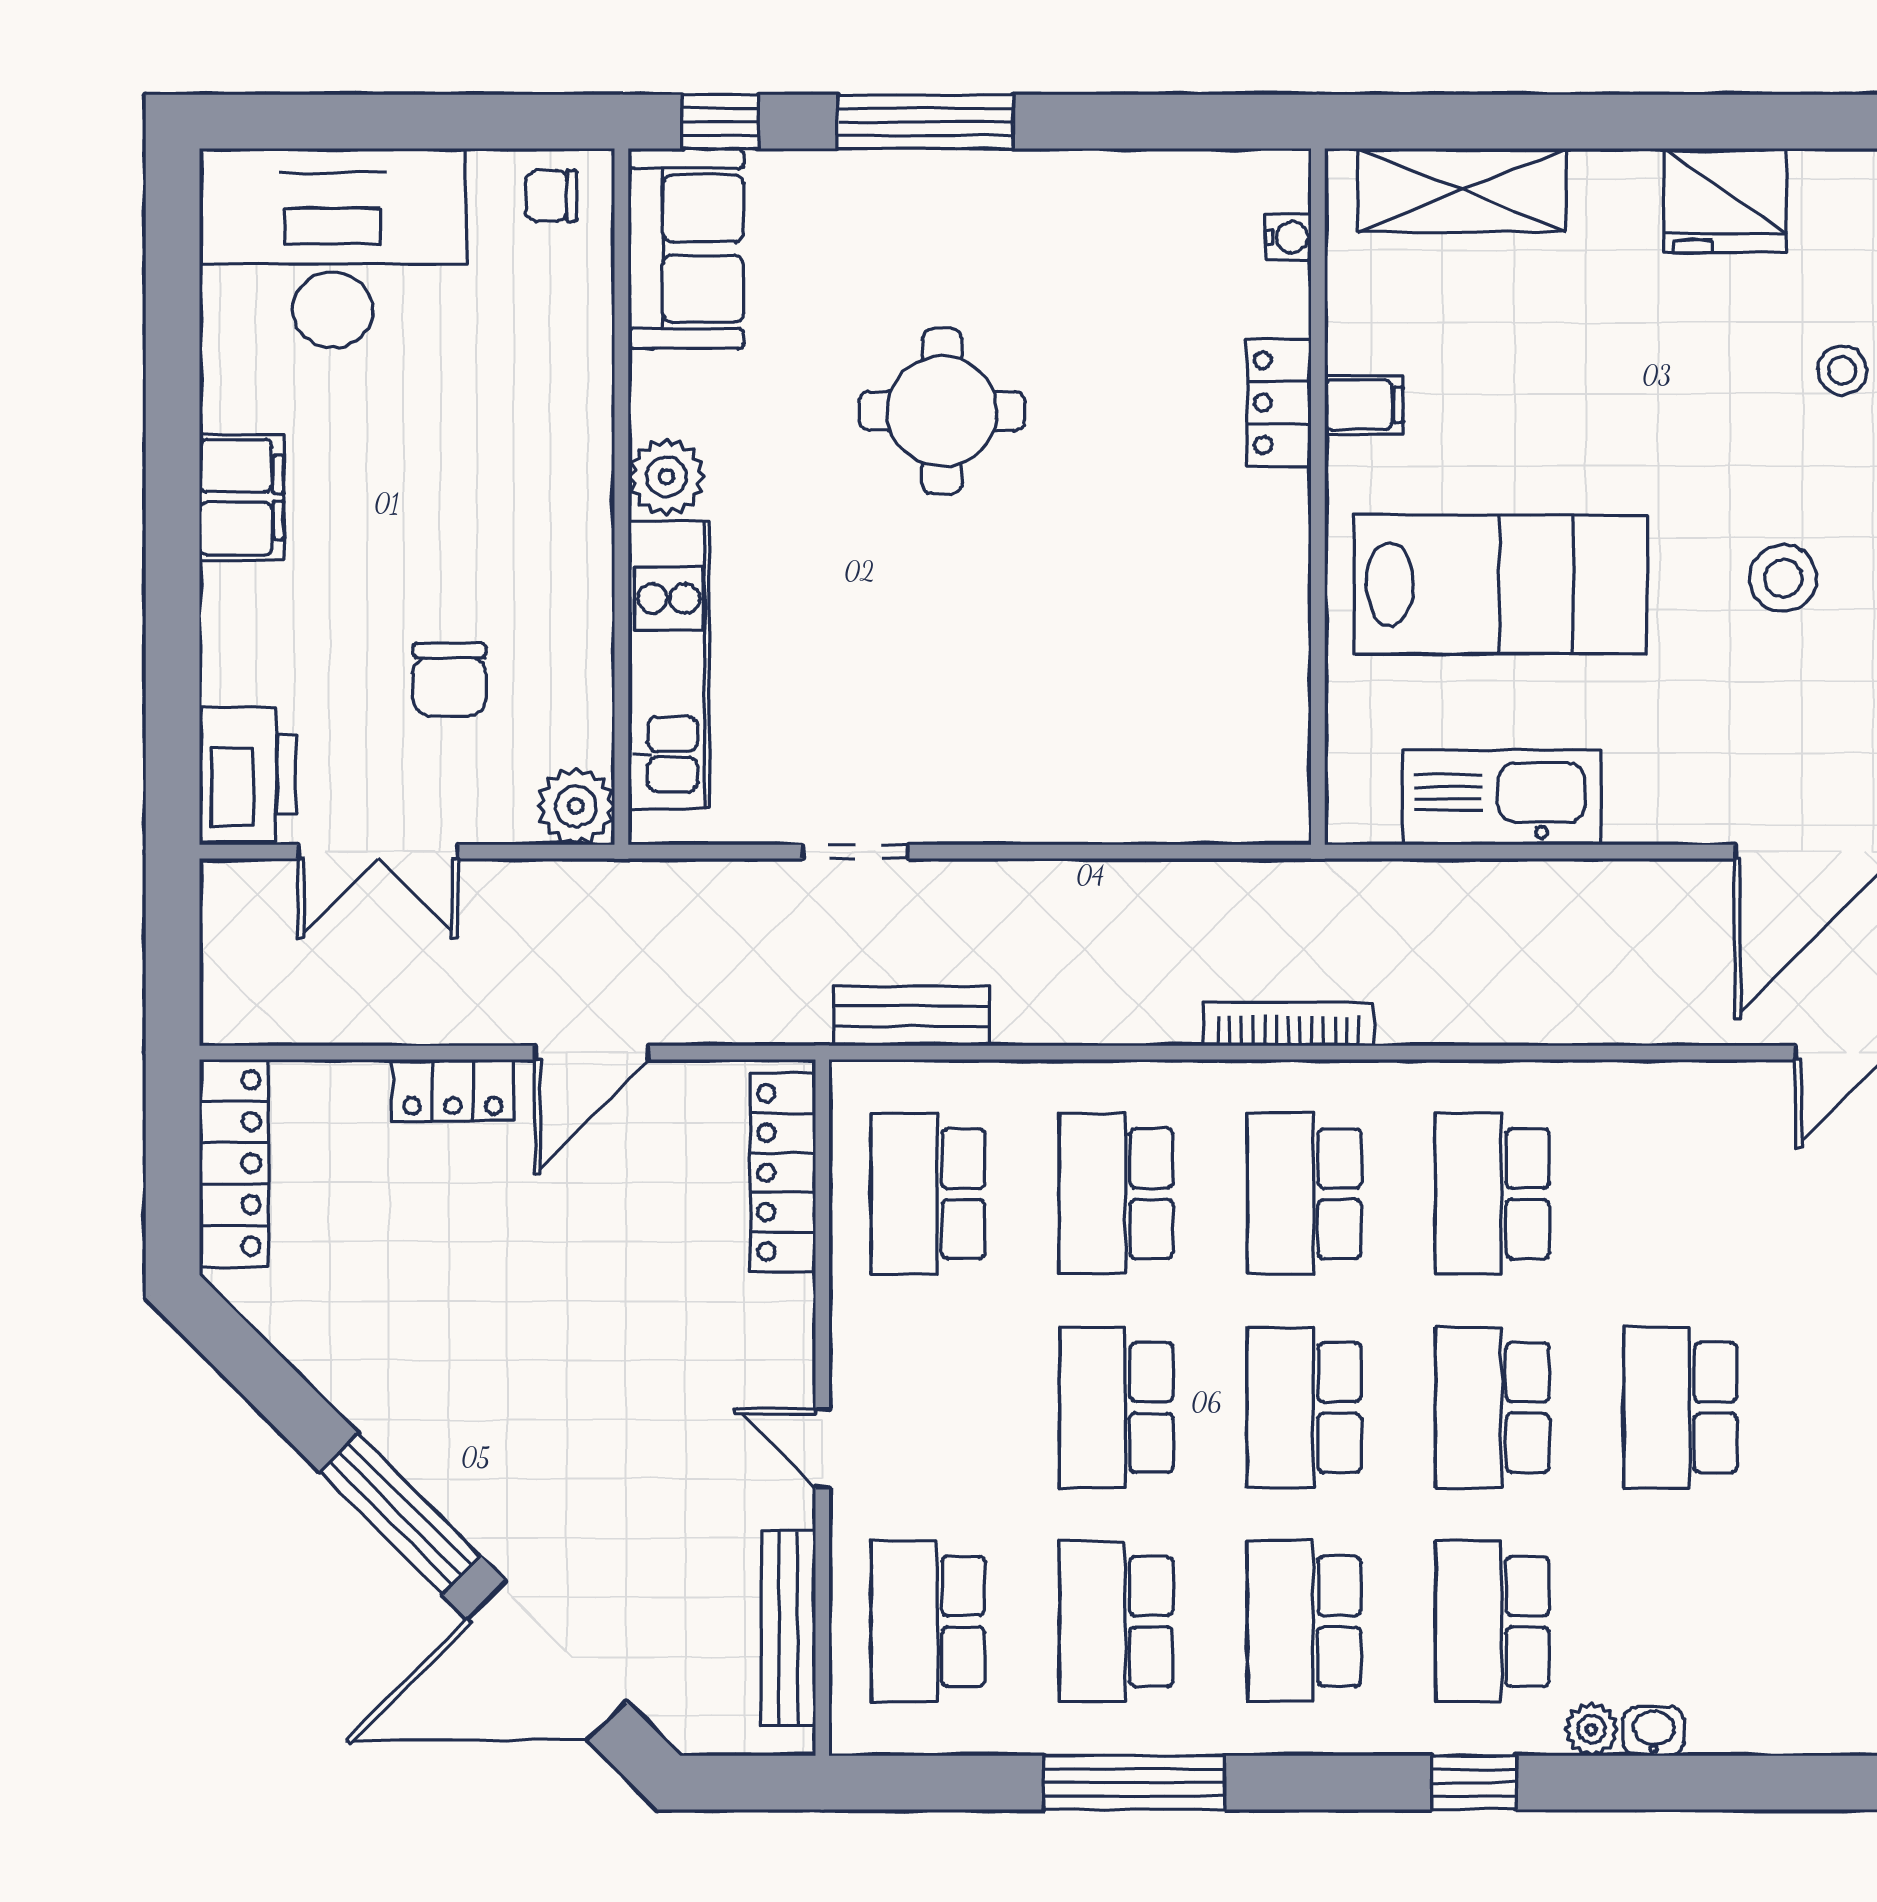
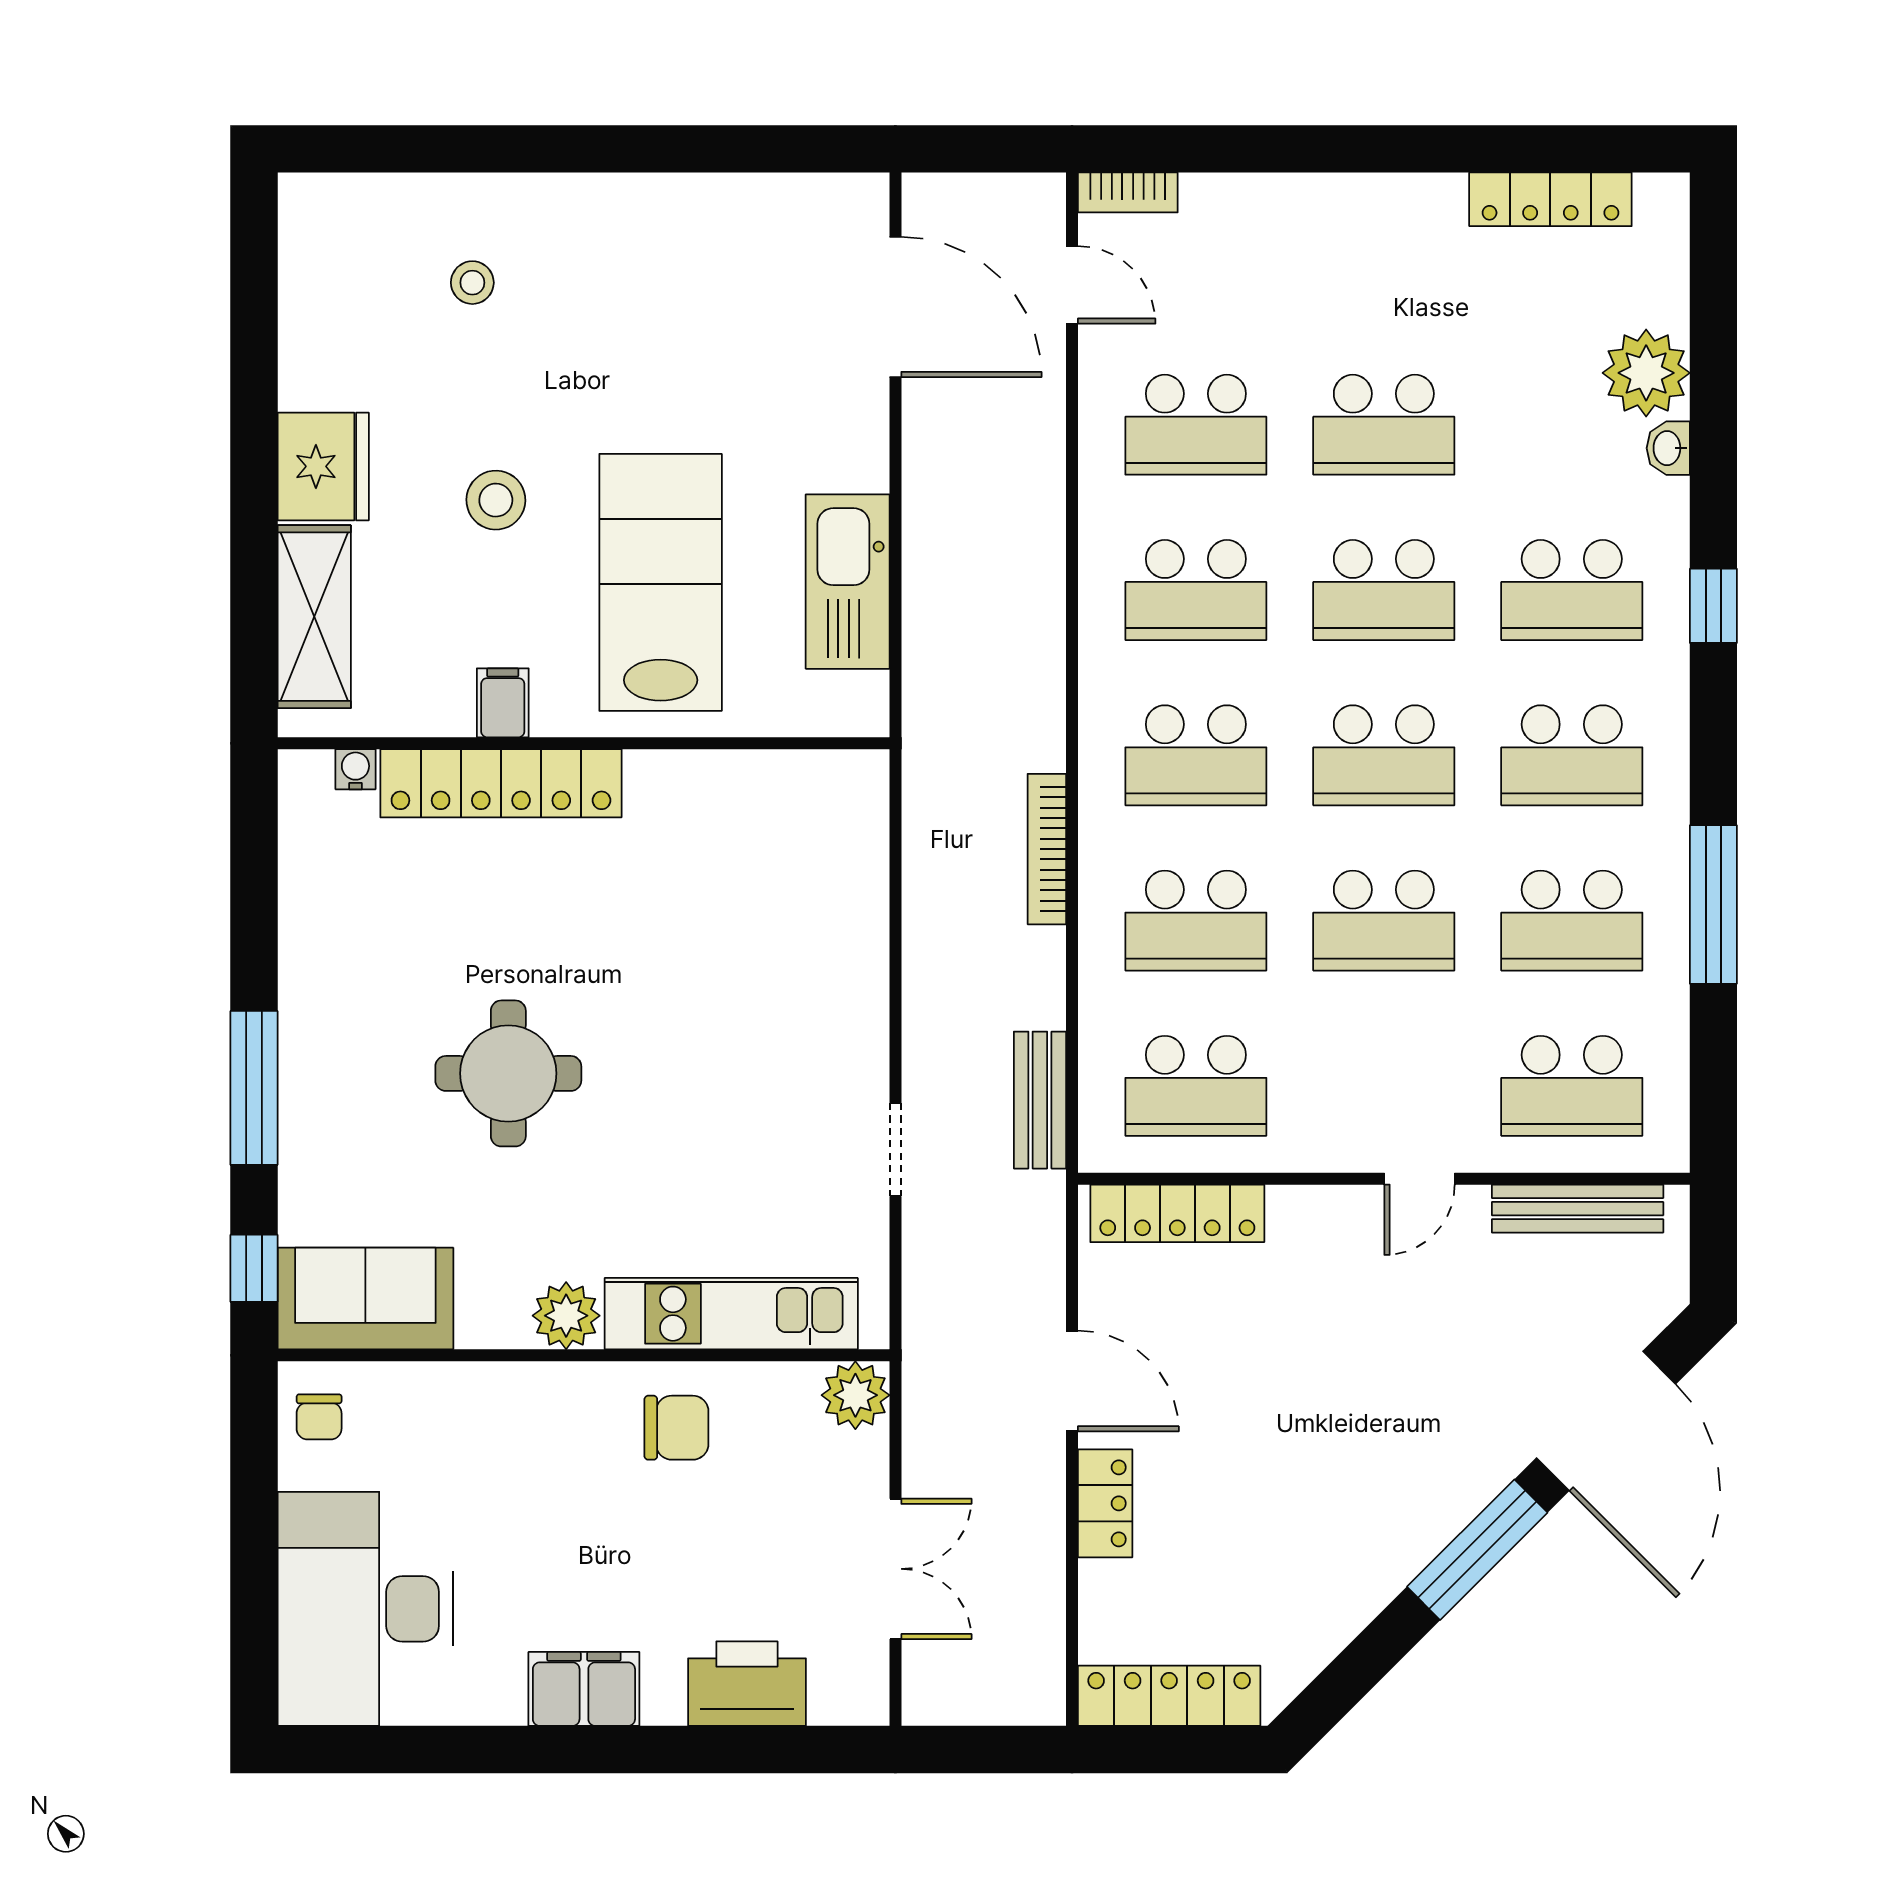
fridge: (1725, 200) -> (323, 466), moved
locker: (1279, 403) -> (501, 783), width x2.16, depth x1.21
stool: (1783, 578) -> (496, 500), moved
chair: (449, 680) -> (676, 1428), moved
printer: (248, 775) -> (747, 1684), moved
bookcase: (1288, 1024) -> (1047, 849), moved
school desk: (1680, 1194) -> (1196, 425), added
plant: (1591, 1729) -> (1646, 373), moved, width x1.88, depth x1.88

